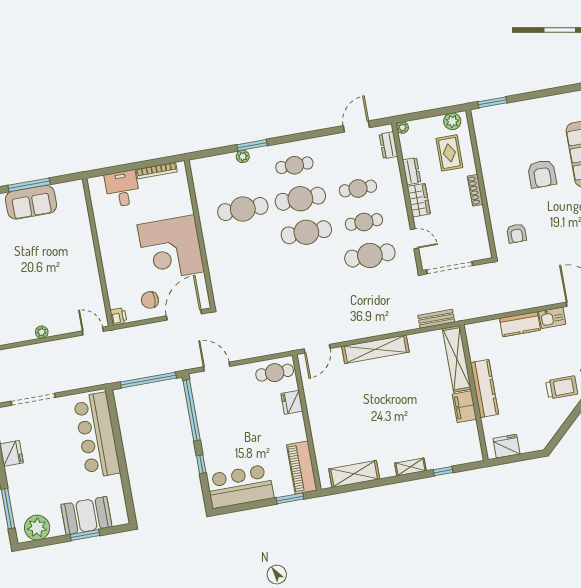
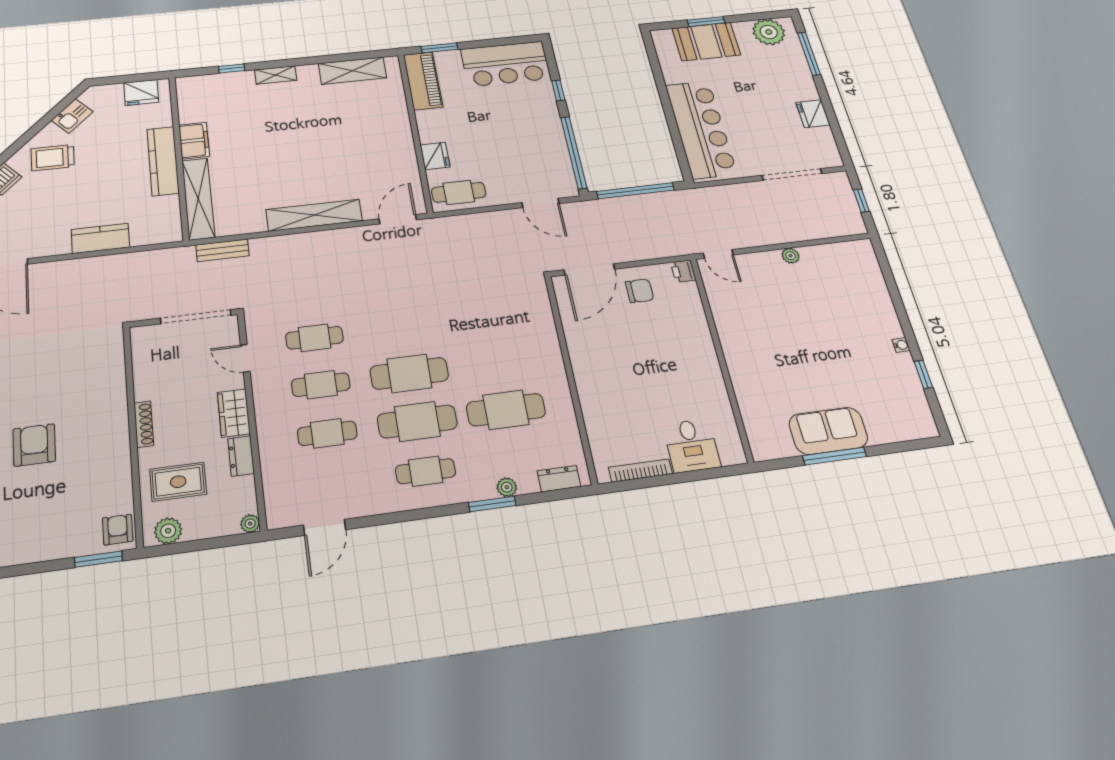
dresser: (389, 145) -> (559, 479), moved, turned -90
rug: (449, 153) -> (178, 482), turned 90
armchair: (517, 233) -> (118, 530), moved
corner desk: (171, 248) -> (613, 359), removed
cafe table: (370, 255) -> (315, 338), width x0.73, depth x0.74
kitchen sink: (552, 318) -> (72, 116), moved, turned 137

